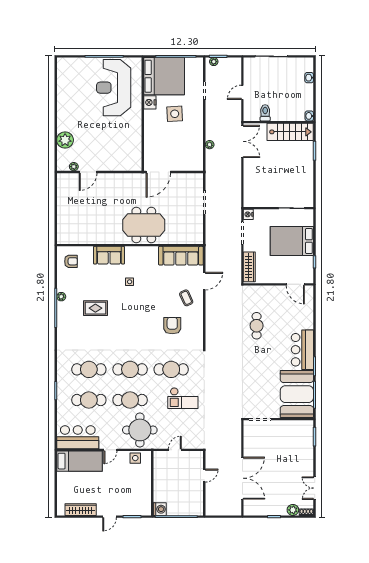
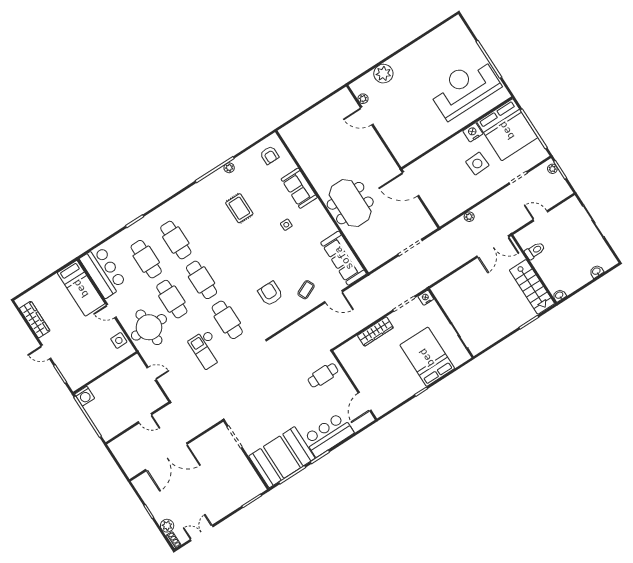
wall: (278, 284) -> (354, 385), moved
door: (295, 284) -> (365, 402), moved
armchair: (172, 326) -> (270, 294), turned -90

